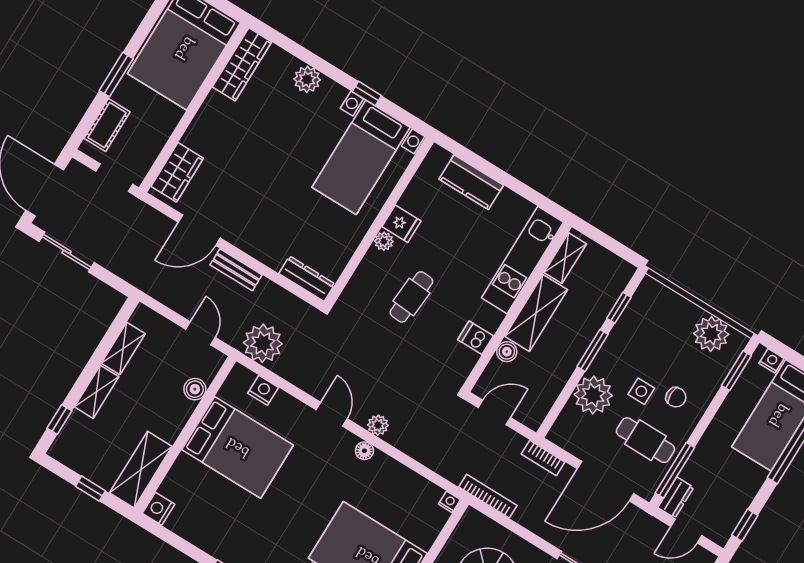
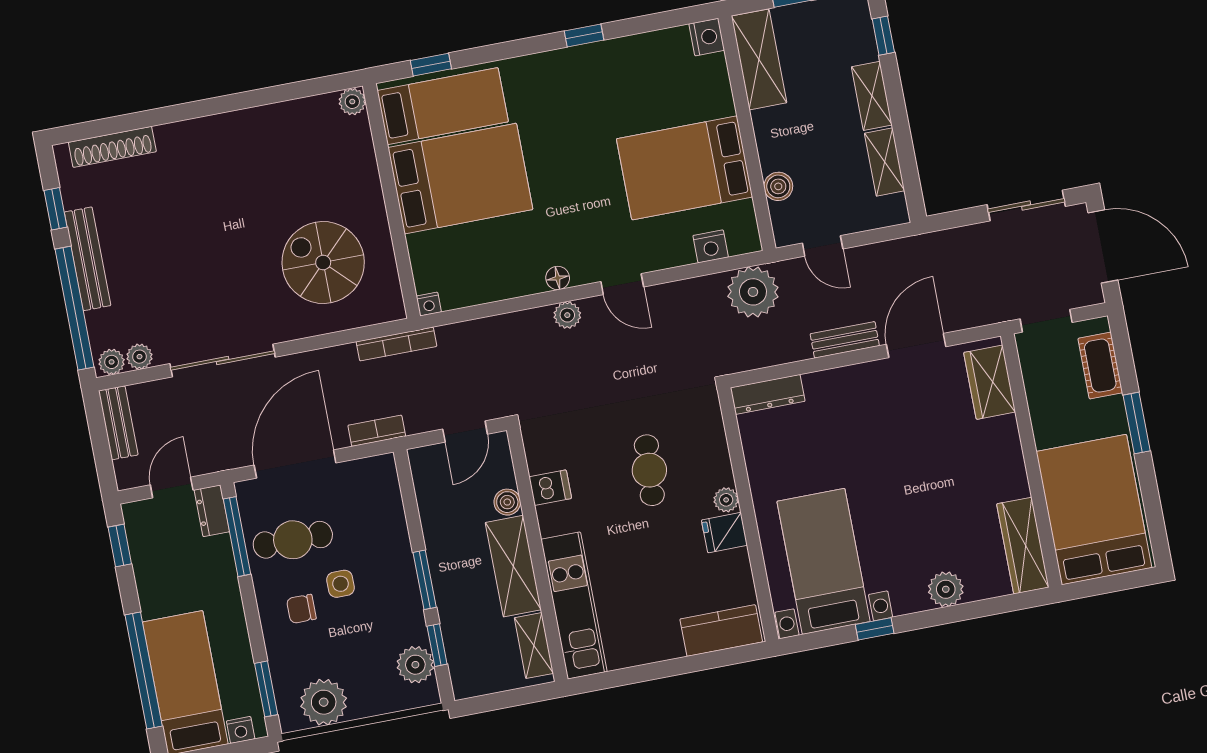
kitchen counter: (471, 182) -> (721, 631), moved
plant: (593, 395) -> (415, 665), moved, width x0.73, depth x0.73

